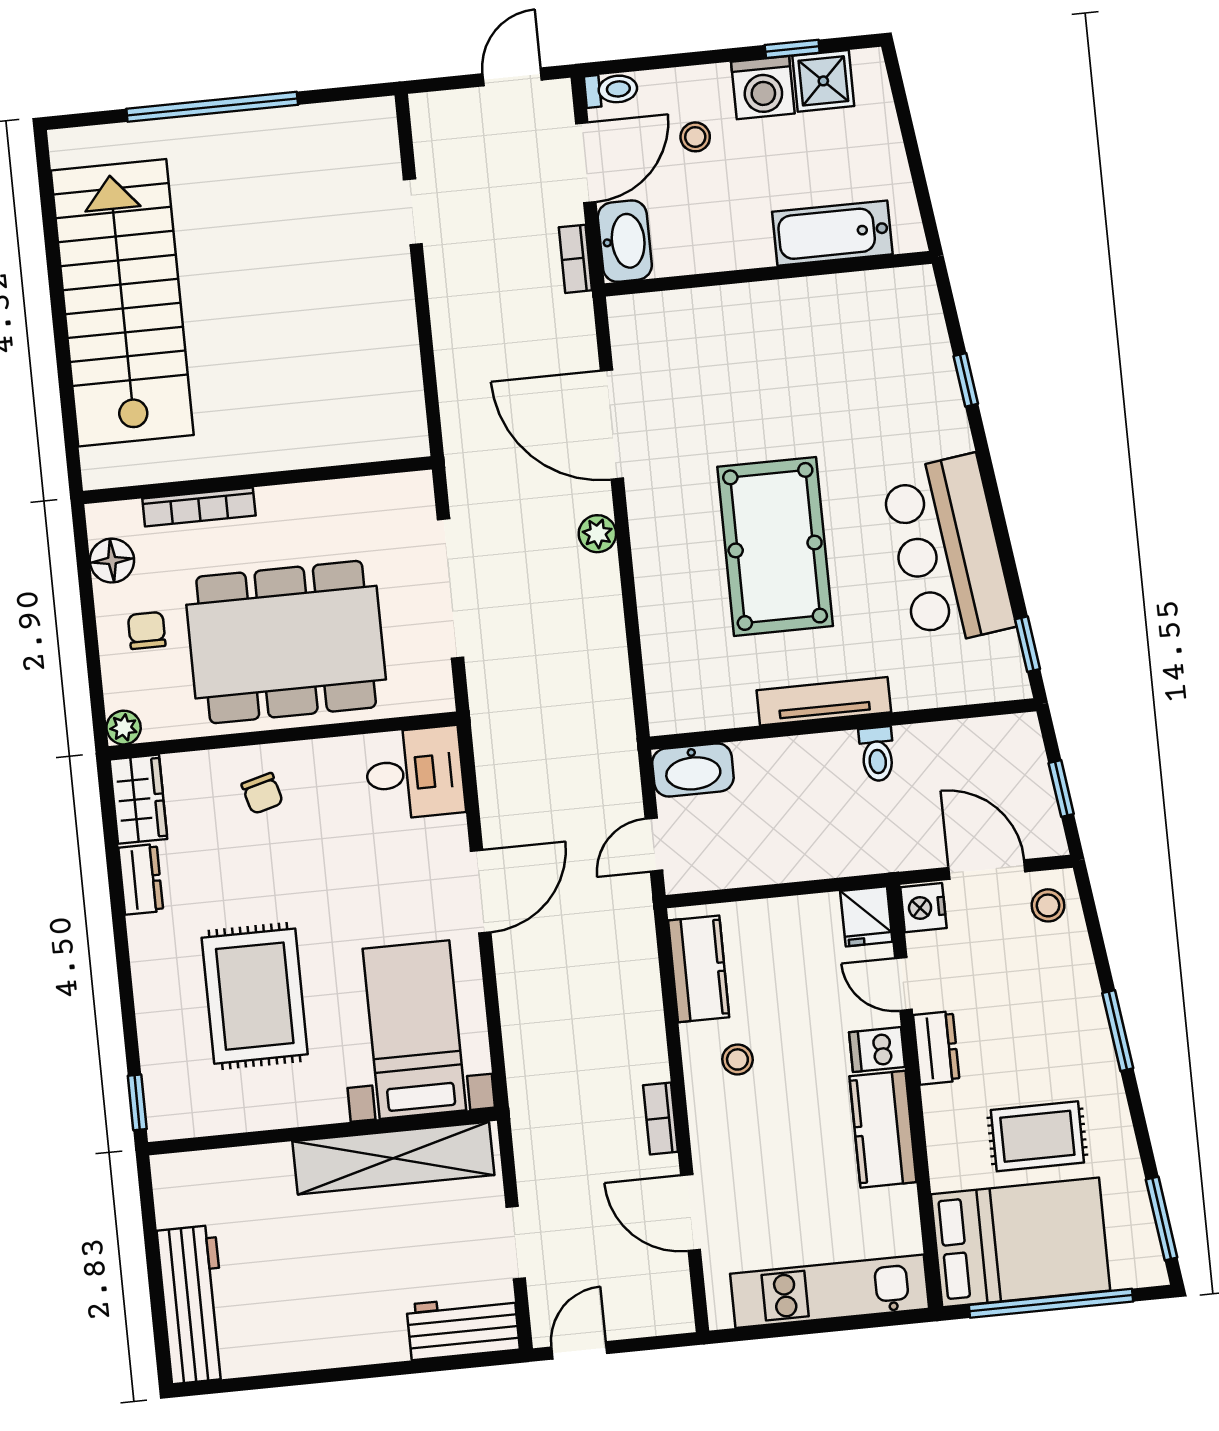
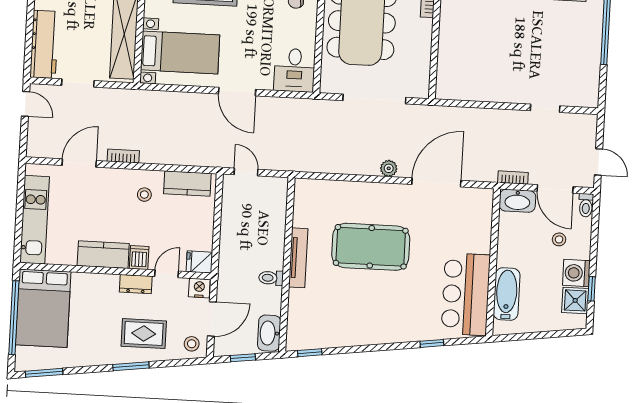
bar counter: (948, 551) -> (466, 294), moved, turned -83
washbasin: (693, 770) -> (269, 333), moved
rug: (1037, 1136) -> (144, 334), moved, turned 90
workbench: (463, 1327) -> (44, 44), width x1.37

